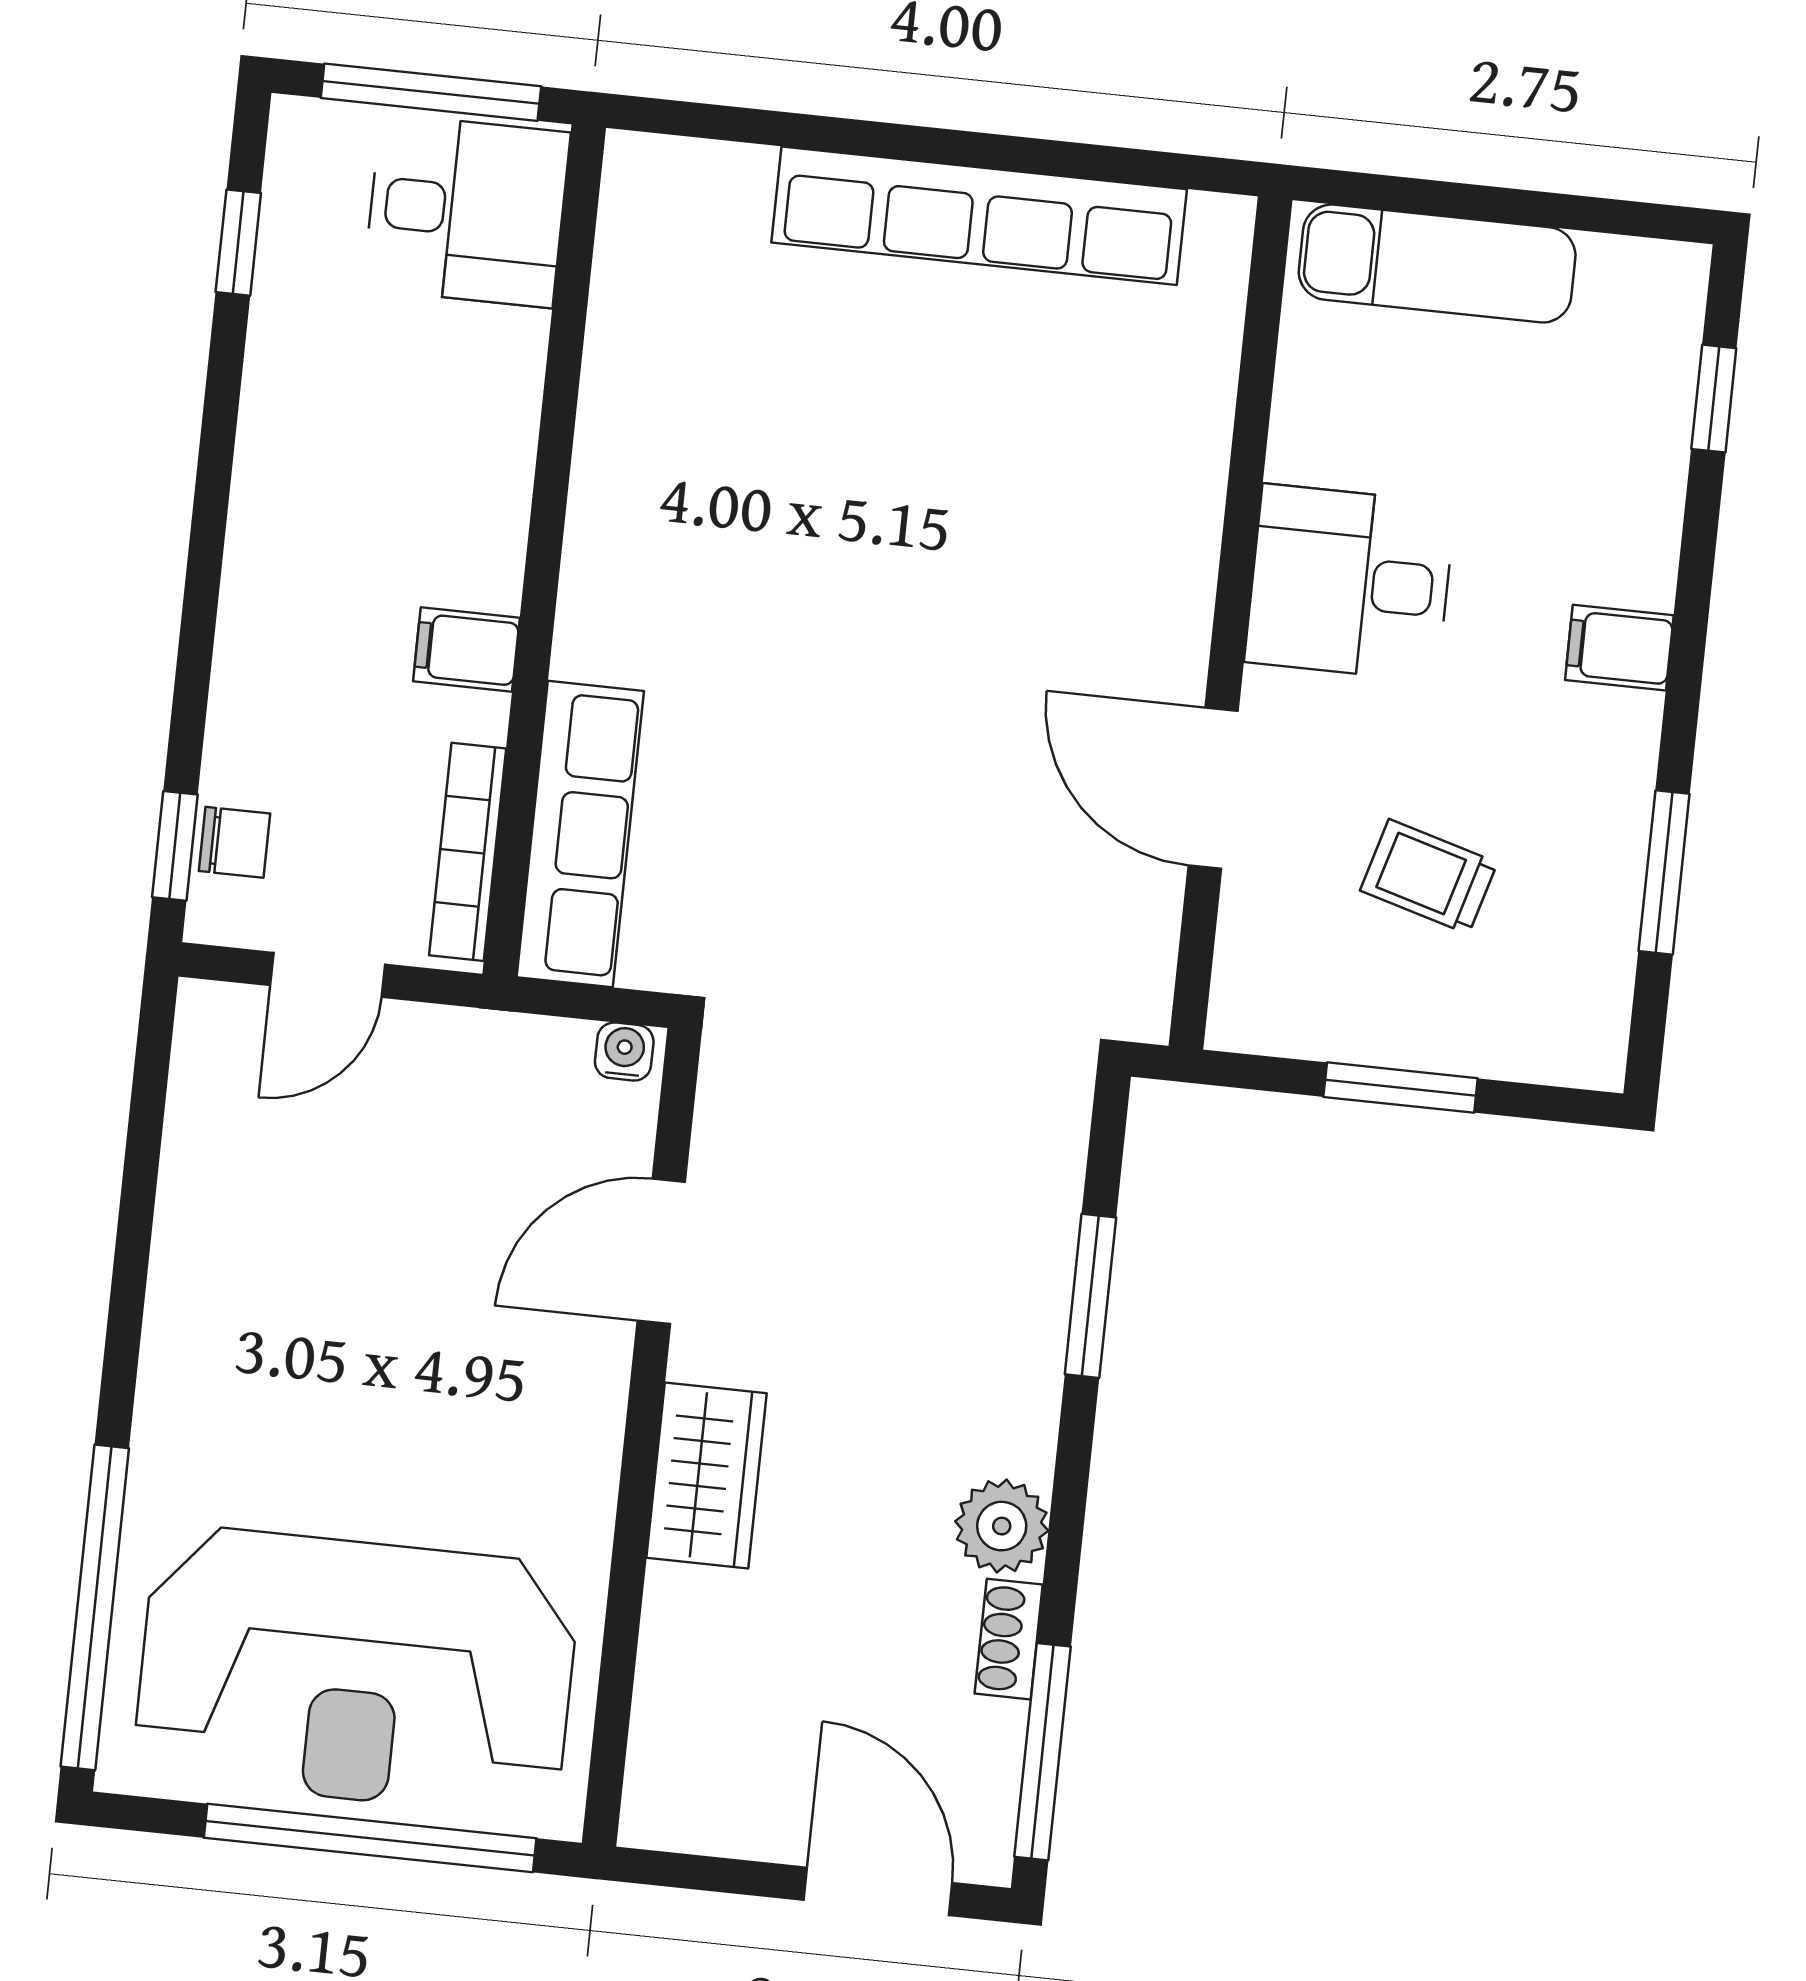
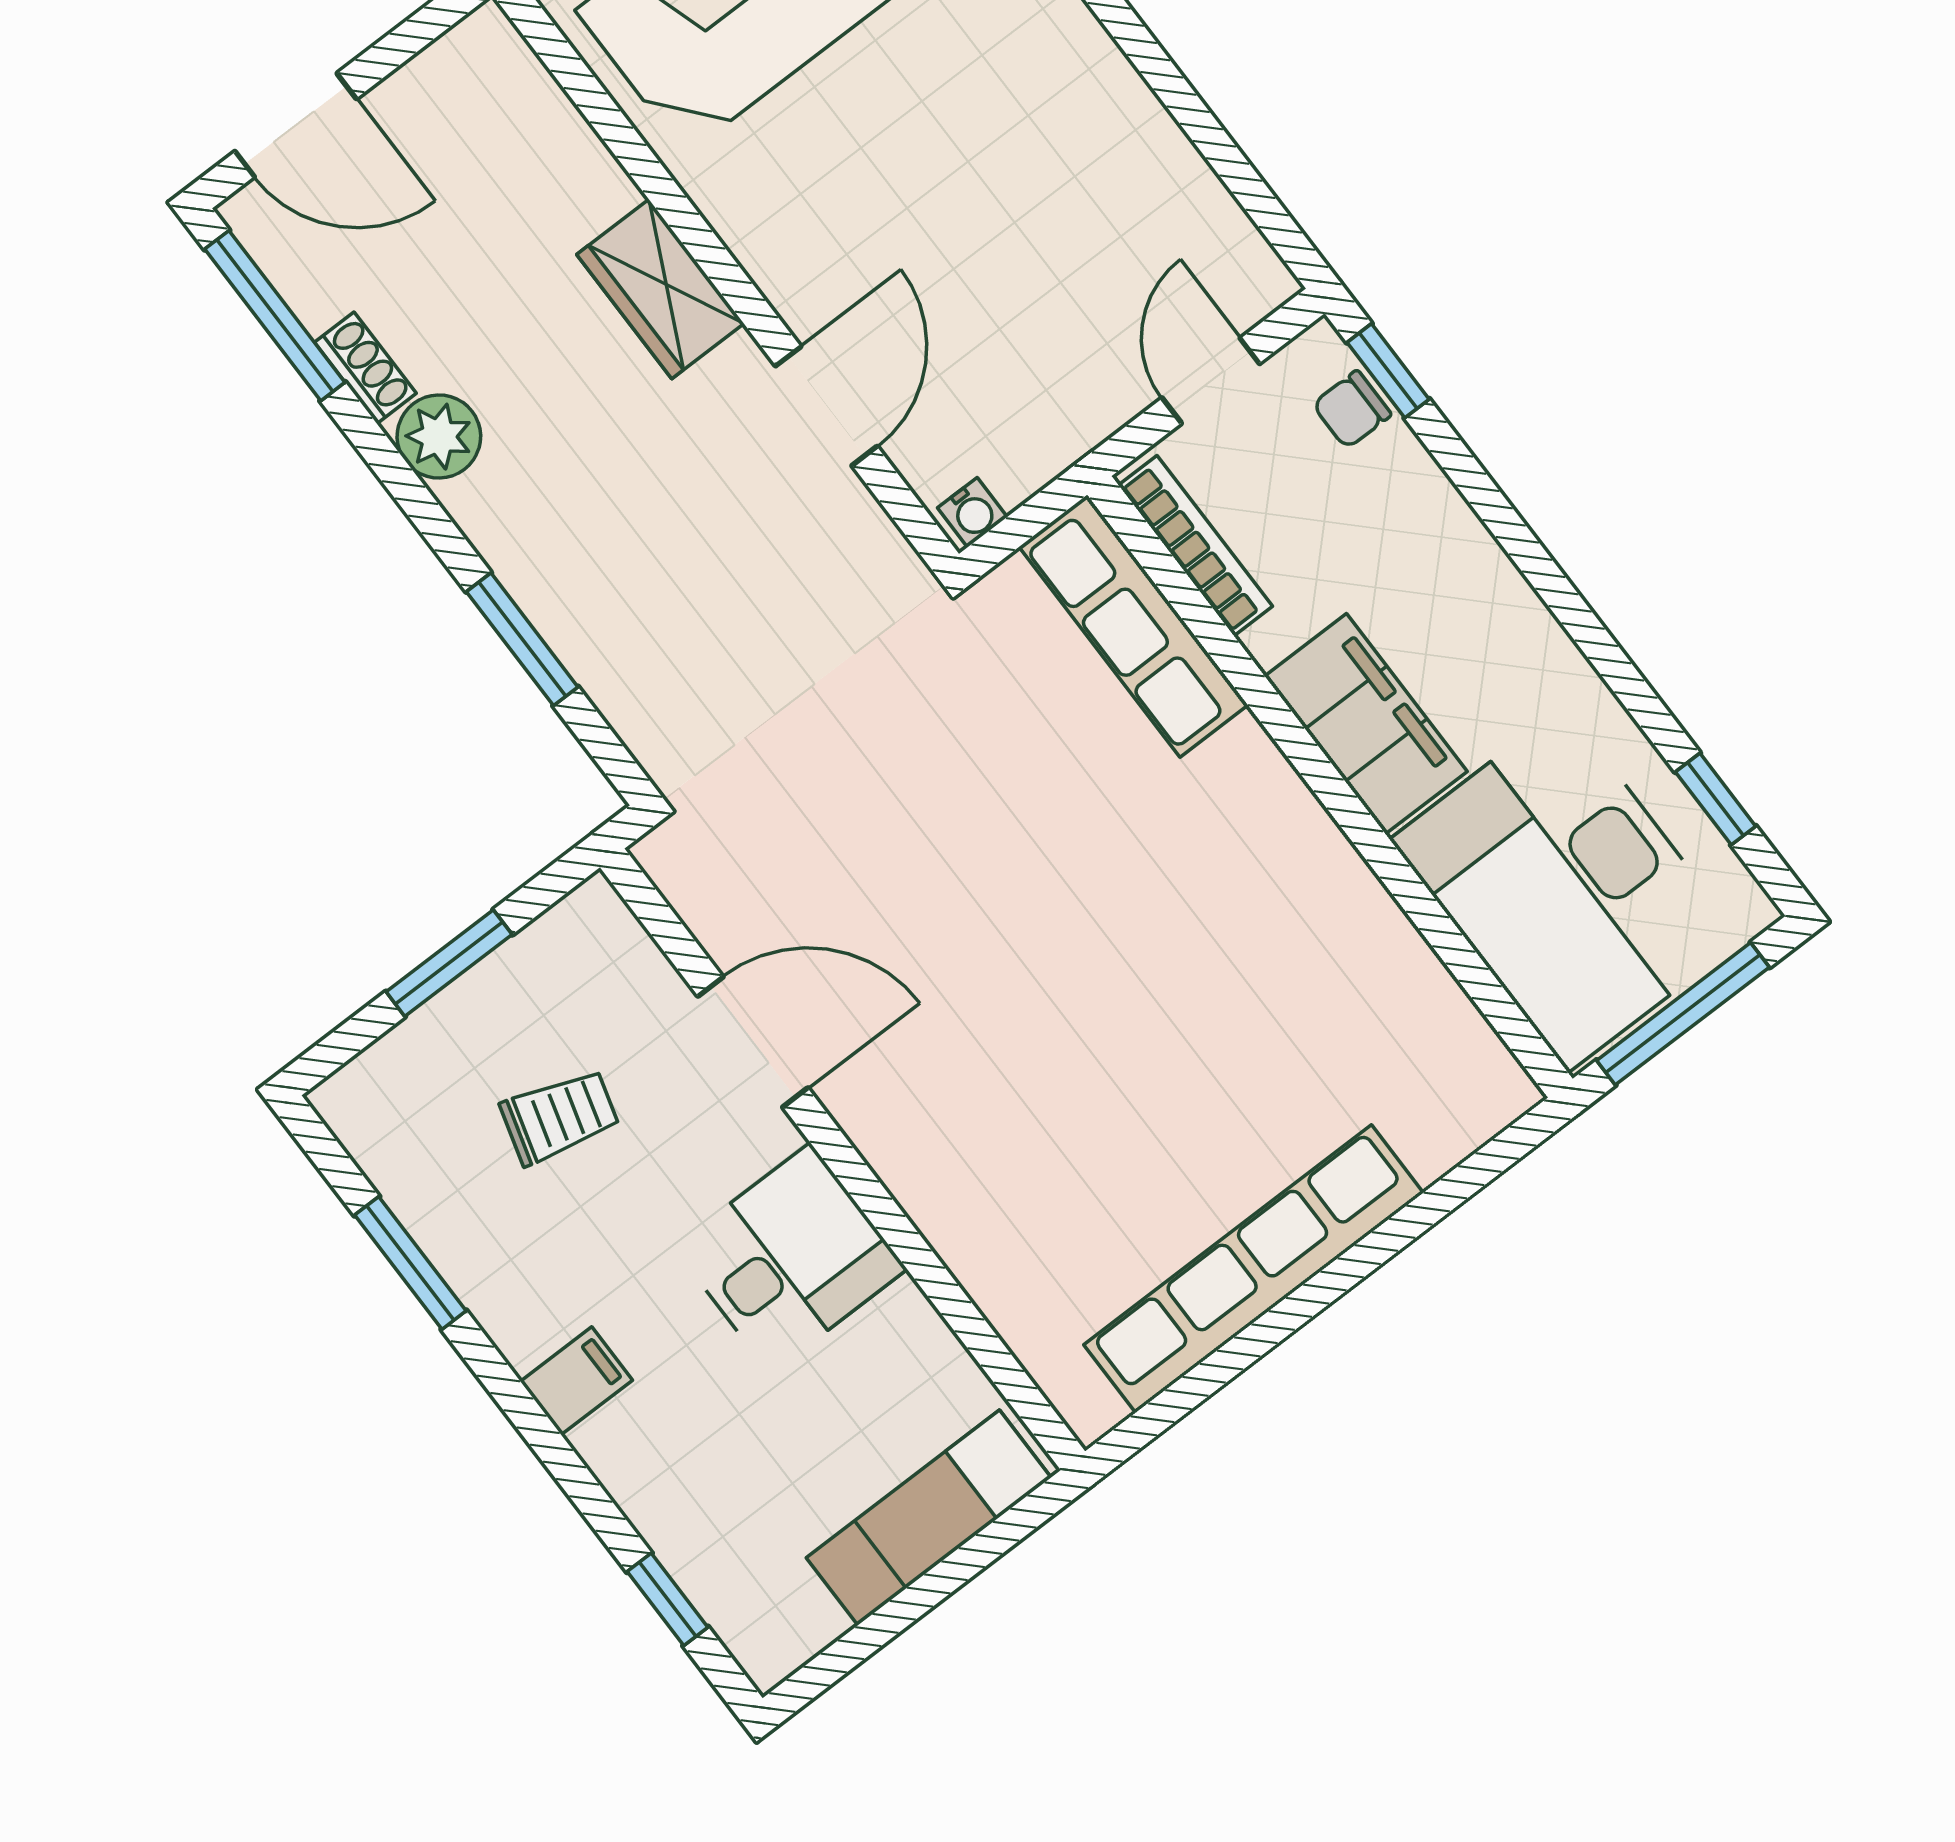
desk: (467, 211) -> (1566, 889), width x1.87, depth x1.30
filing cabinet: (466, 650) -> (1366, 724), width x3.00, depth x1.17

